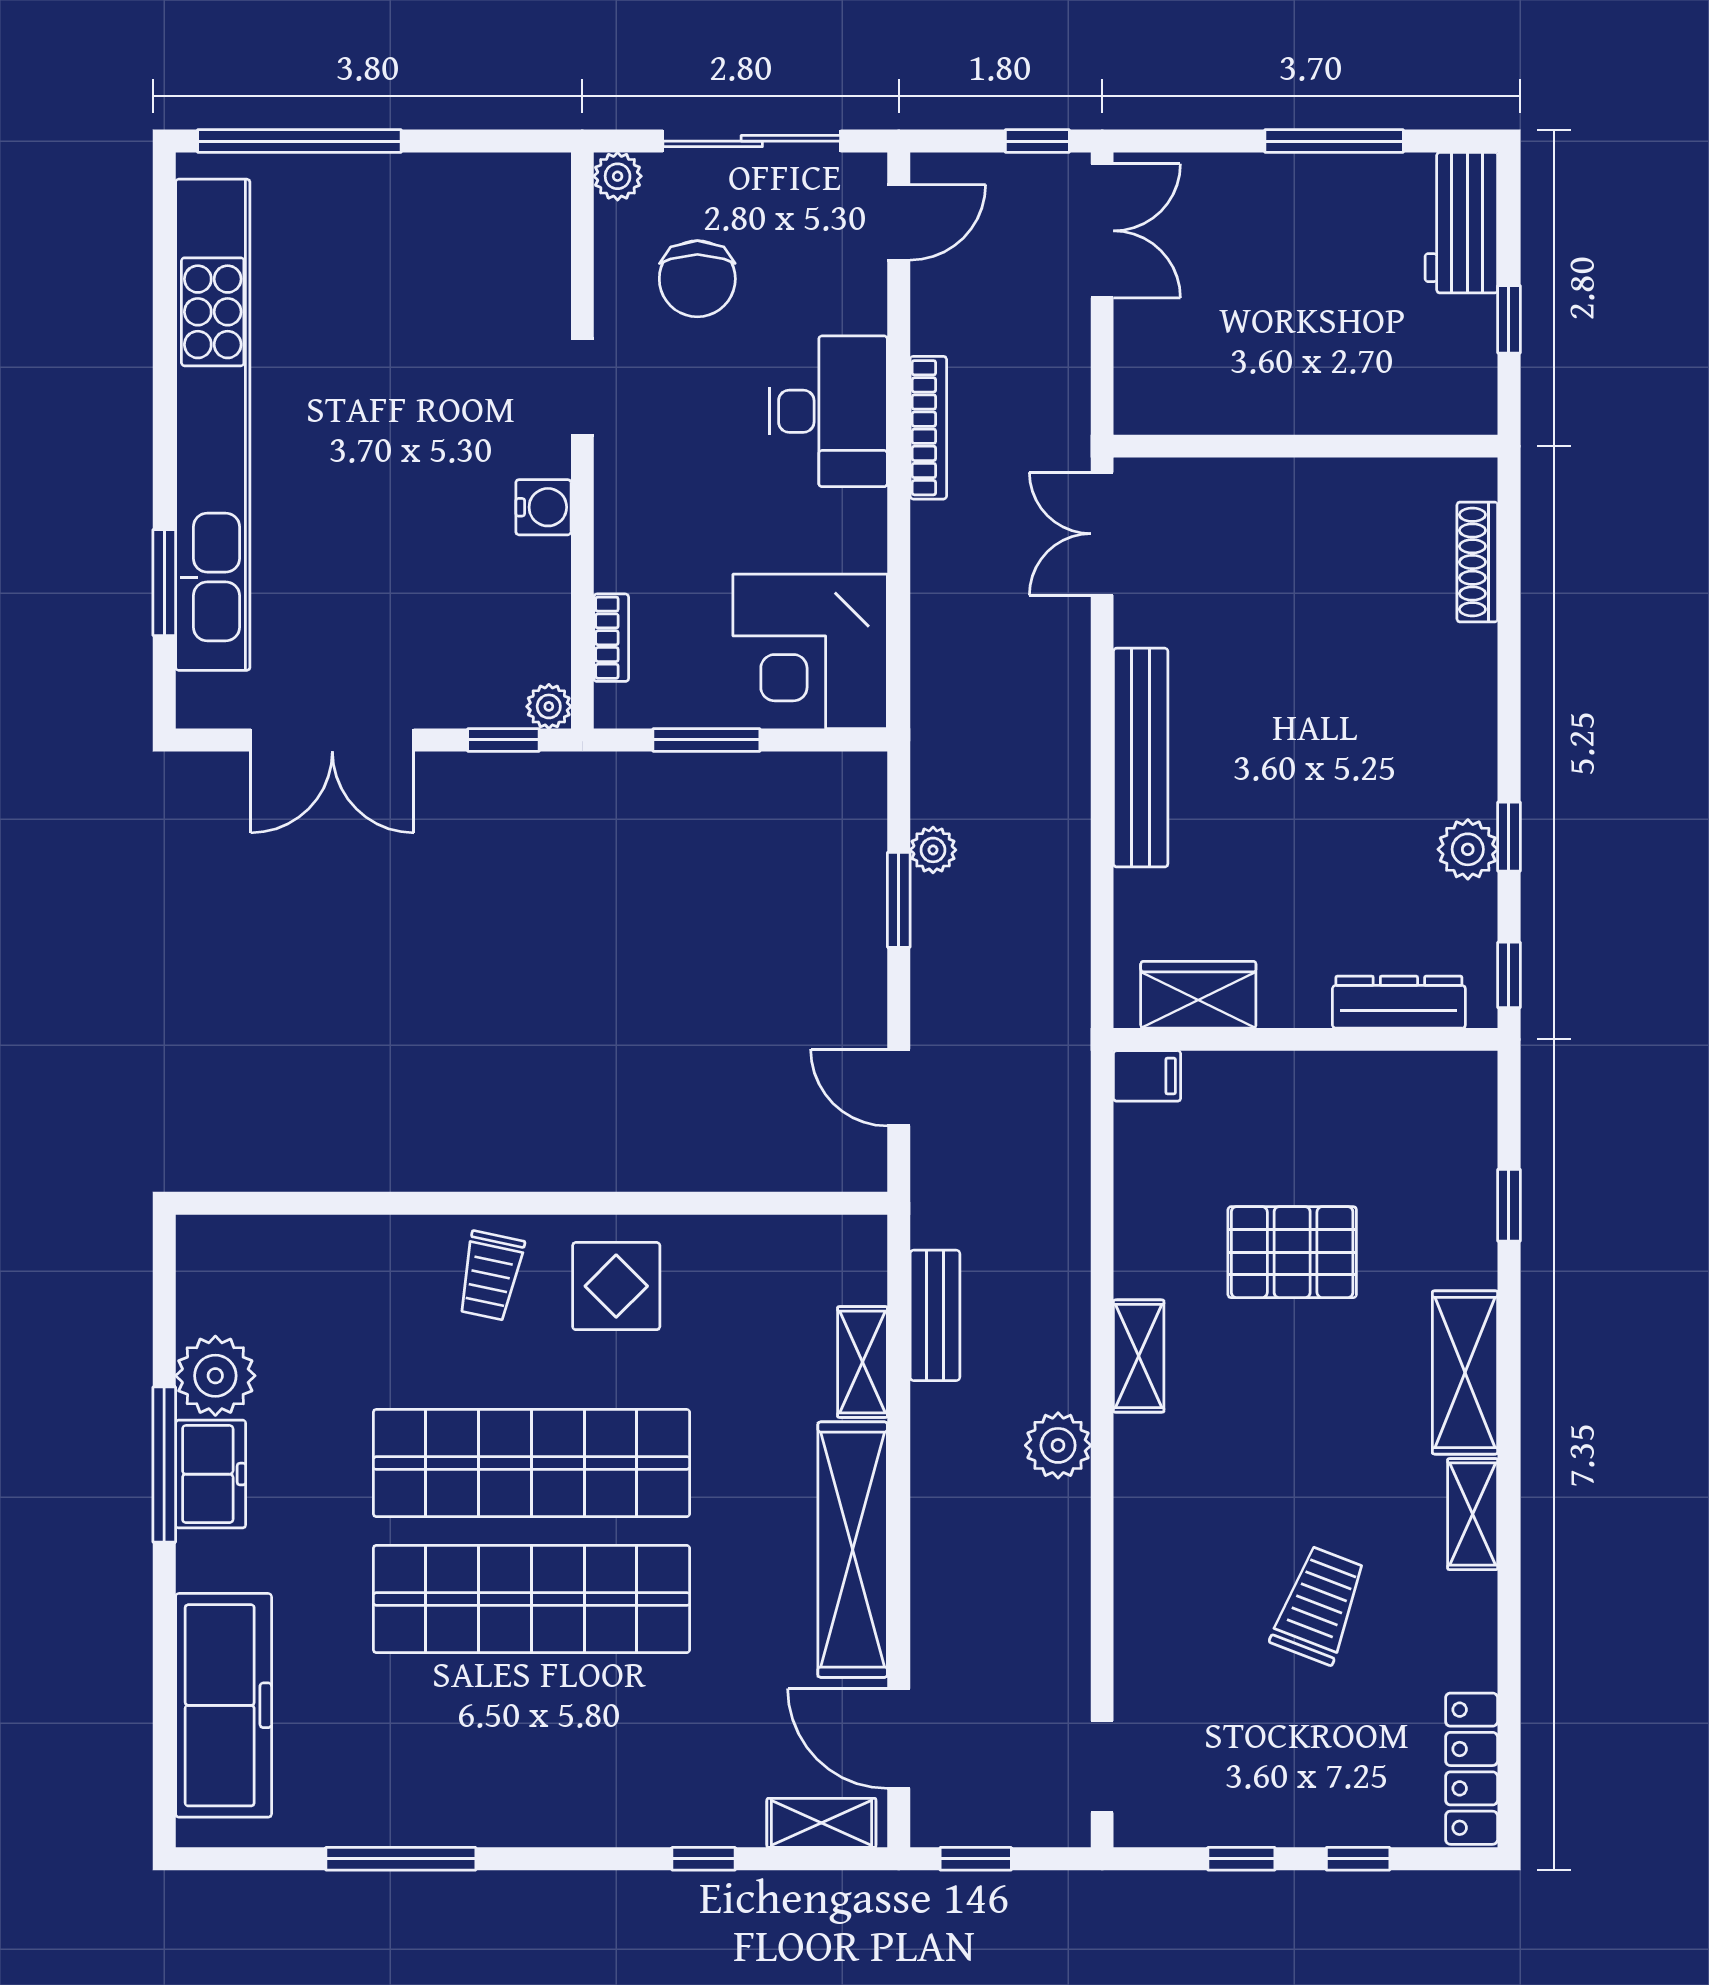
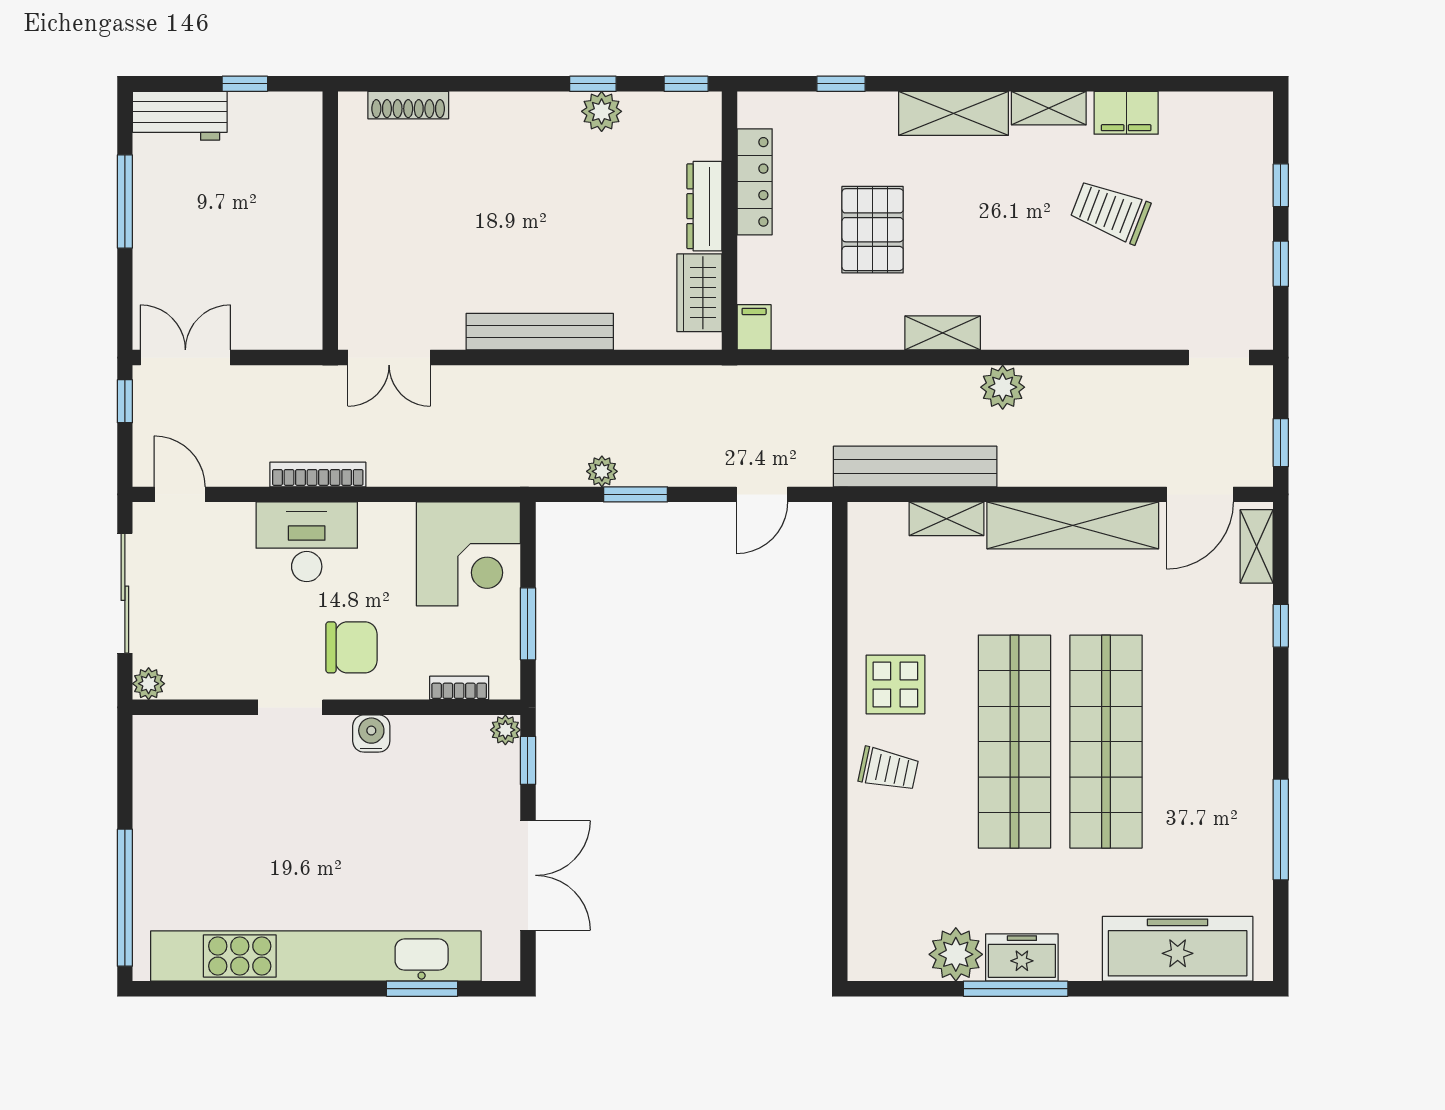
chair: (697, 279) -> (352, 647), moved
dresser: (1399, 1002) -> (704, 206), moved
bench: (935, 1315) -> (915, 466), width x1.86, depth x1.21
filing cabinet: (1466, 1629) -> (1126, 113), added
locker: (1472, 1769) -> (755, 182), moved, turned -90

